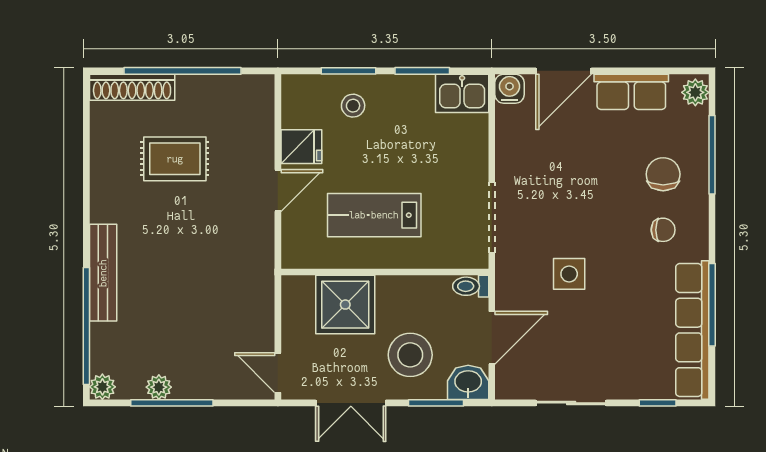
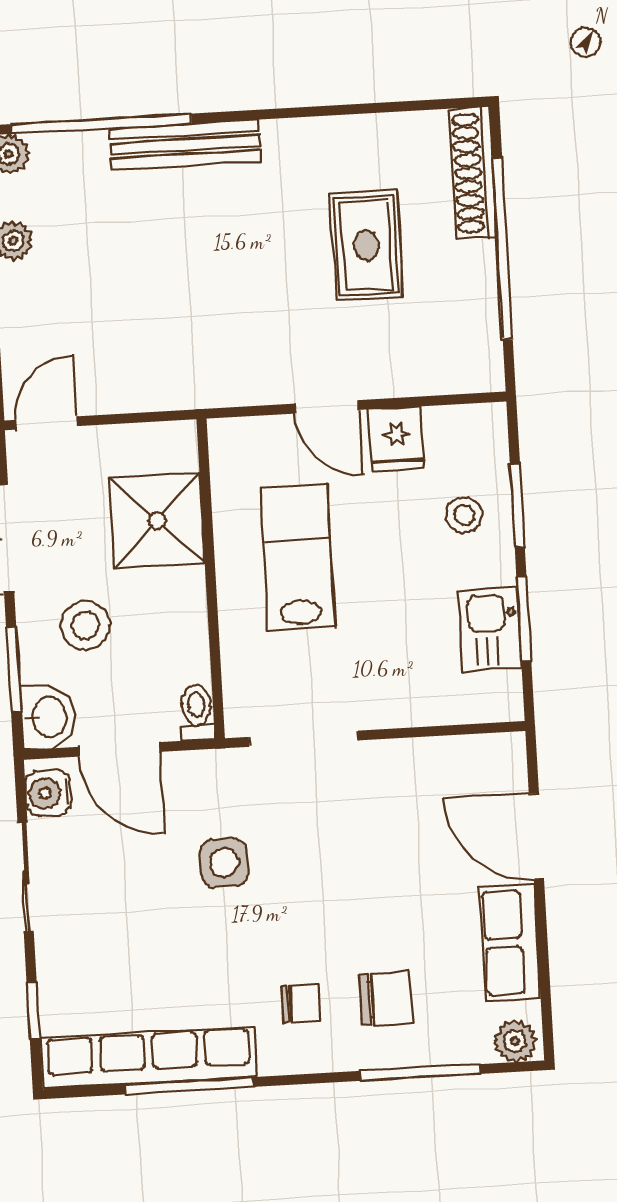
water cooler: (510, 89) -> (48, 793), moved, turned 180
kitchen sink: (462, 93) -> (490, 629), moved
chair: (663, 230) -> (300, 1004), turned -90
stool: (410, 355) -> (85, 625), width x0.73, depth x0.73

